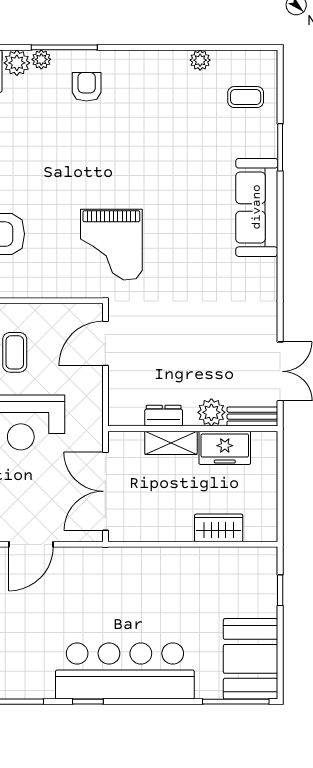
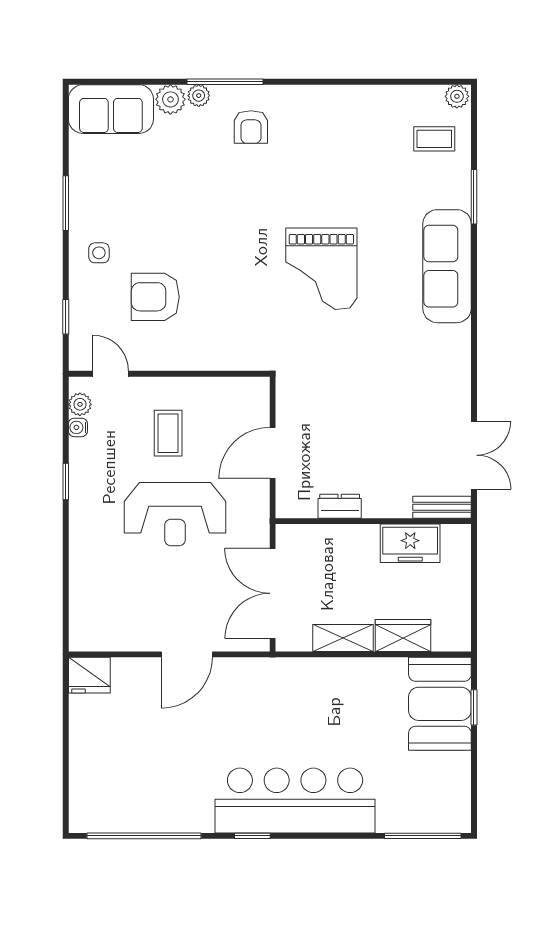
plant: (200, 60) -> (457, 96), moved
armchair: (87, 87) -> (251, 127), turned 180
grand piano: (111, 245) -> (321, 269), moved
door: (105, 343) -> (273, 453), moved
plant: (211, 412) -> (395, 502), removed
shelving: (171, 443) -> (343, 638), moved
booth: (251, 659) -> (440, 704), moved

